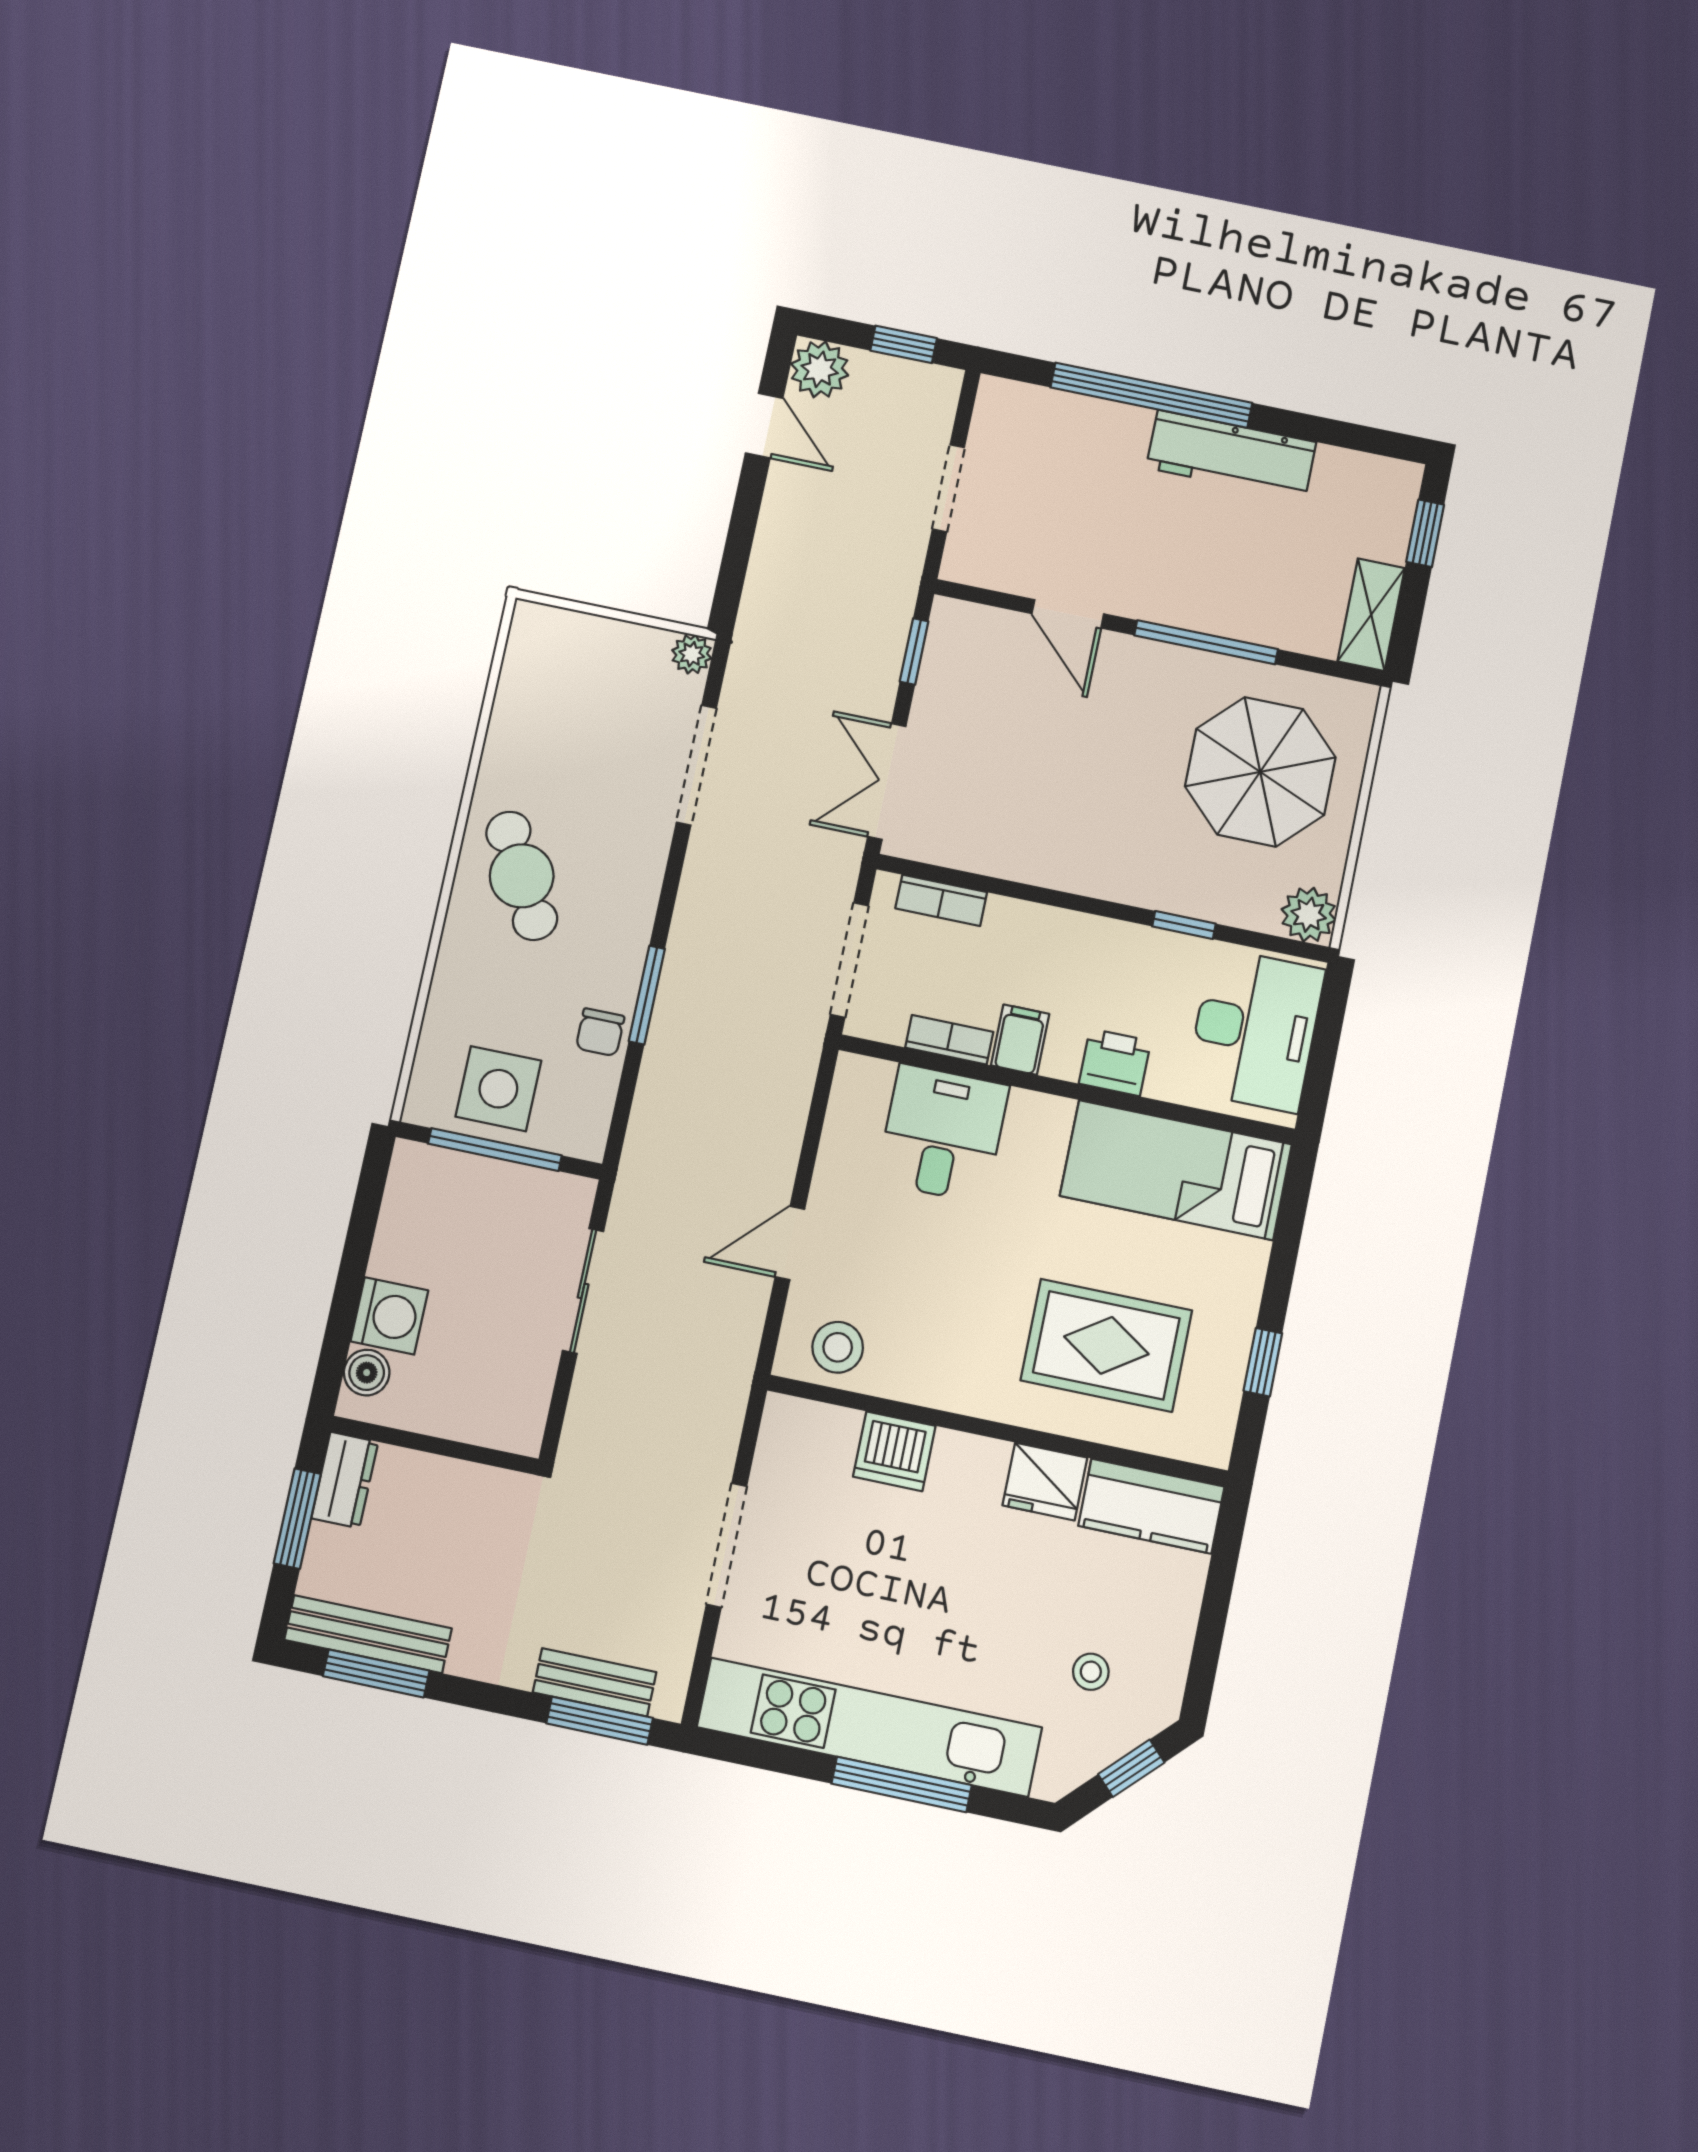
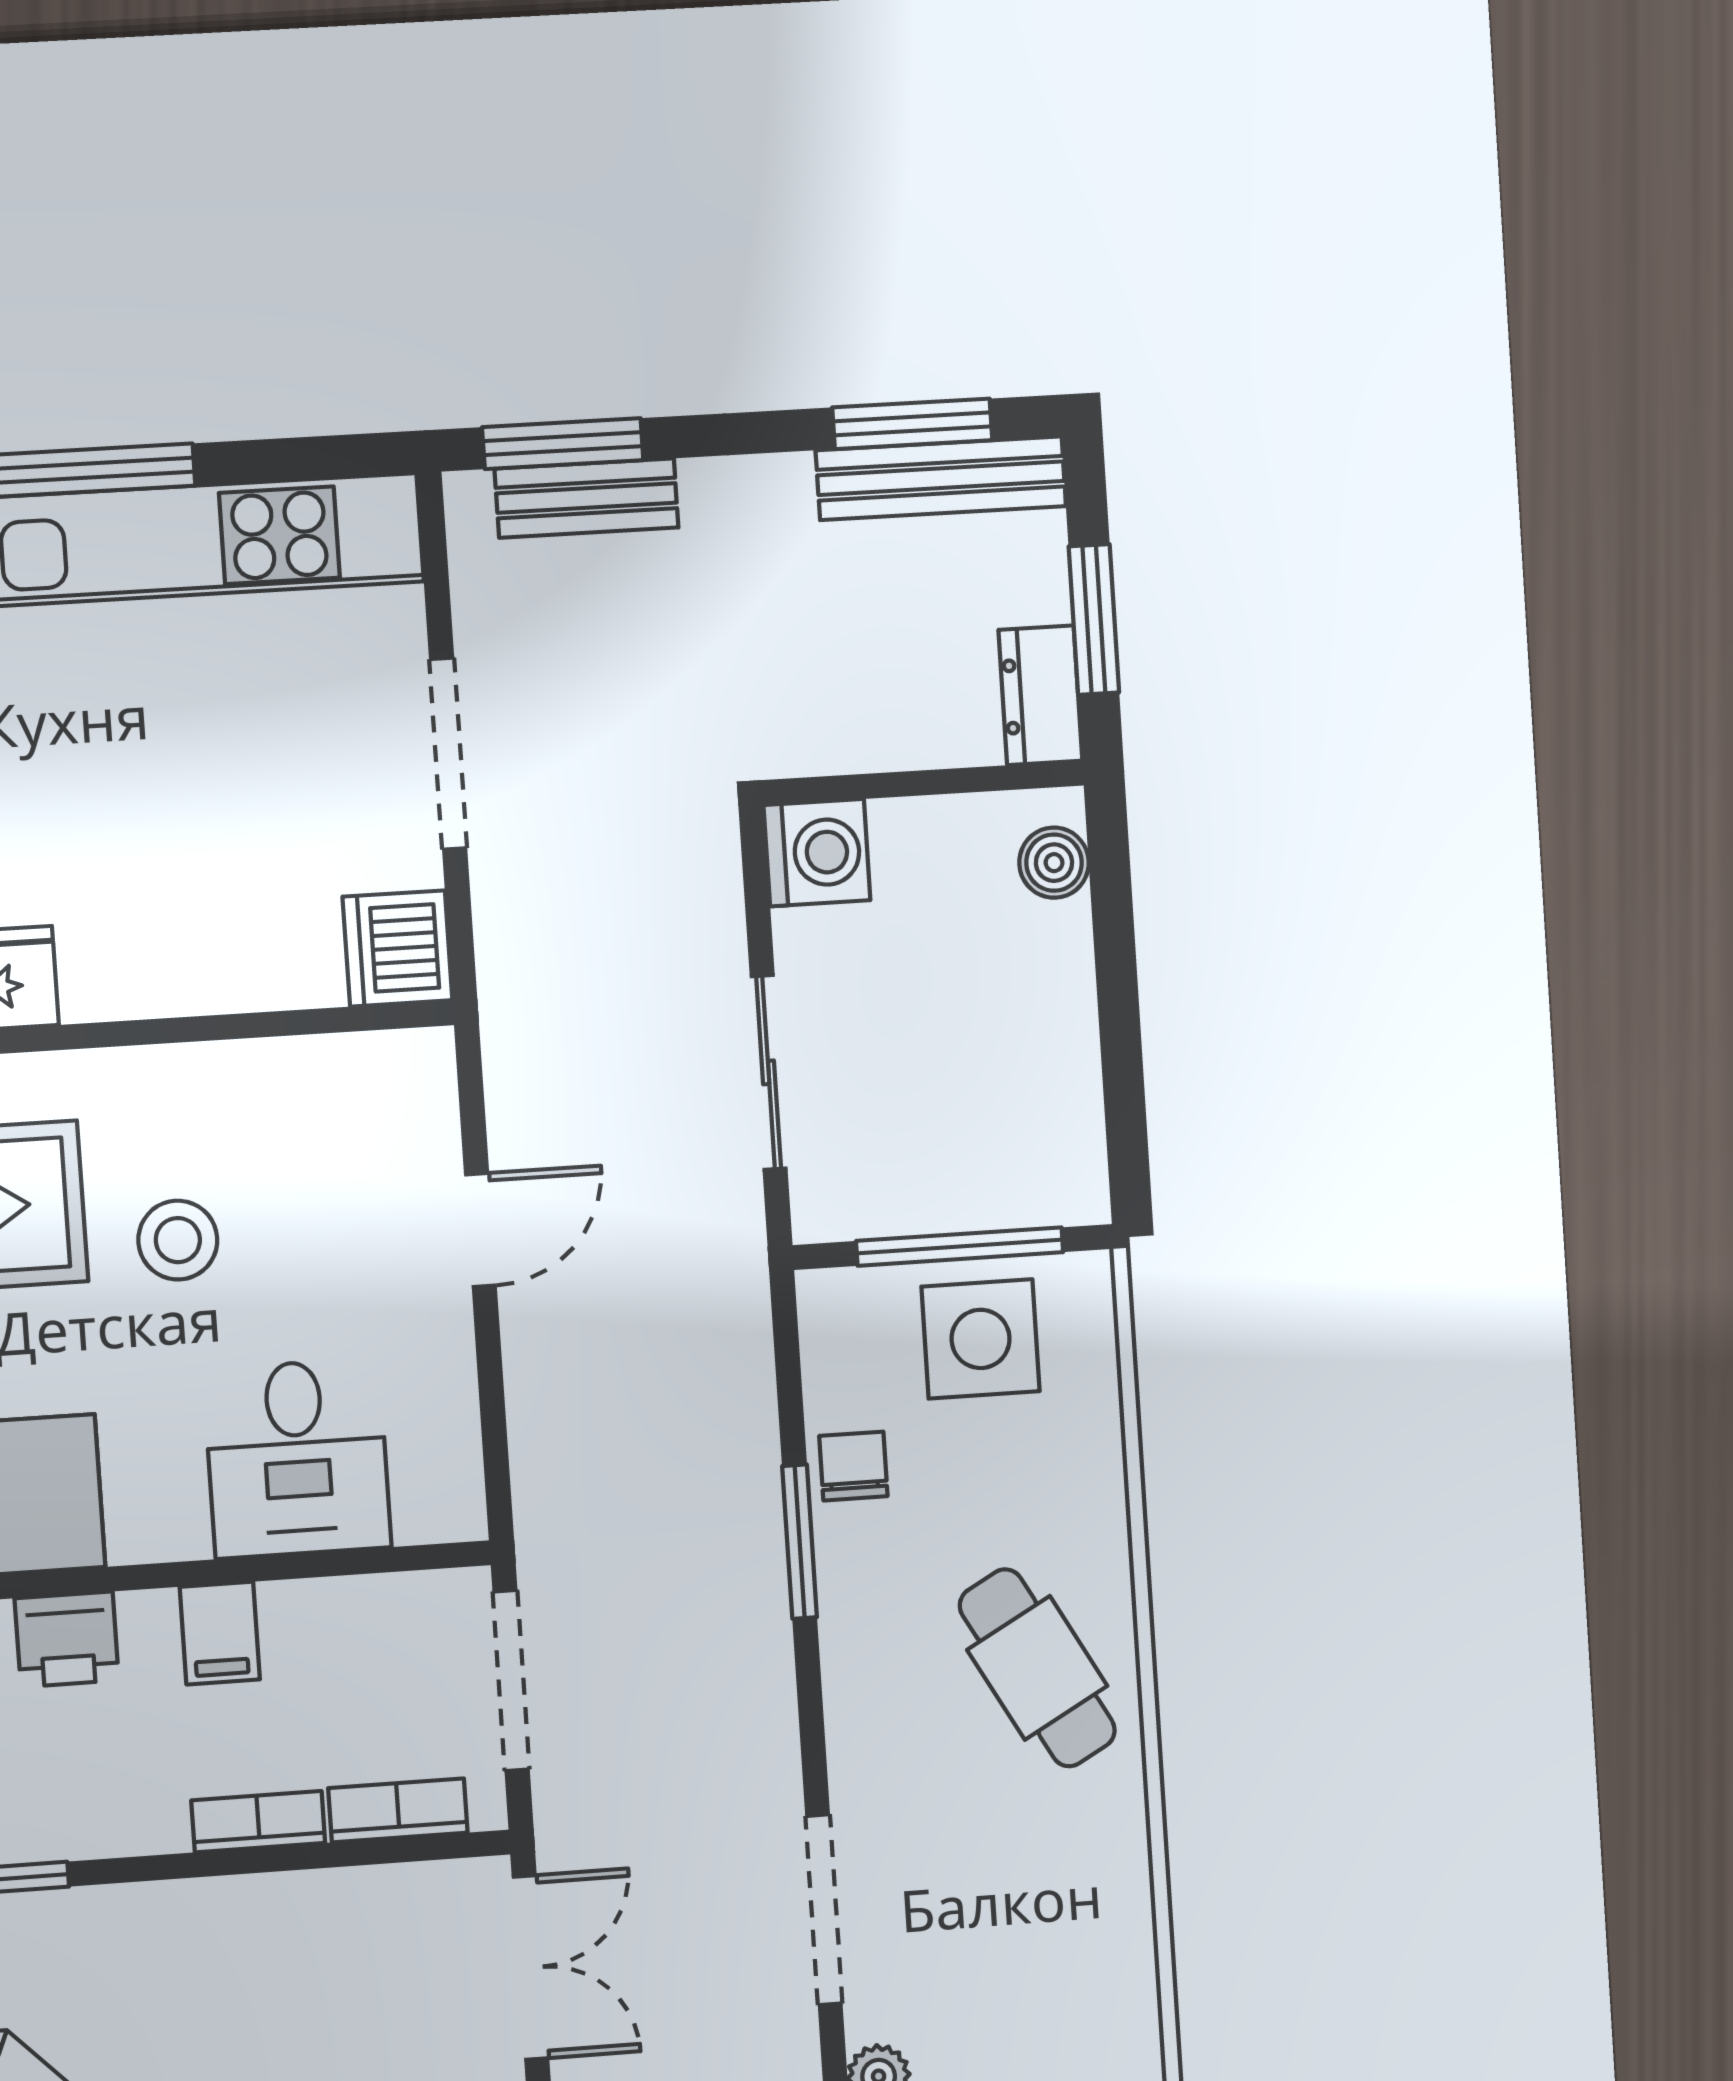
bookcase: (949, 1040) -> (258, 1822), moved, turned 180
washing machine: (389, 1316) -> (817, 853), moved, turned 180
stool: (838, 1347) -> (178, 1240), moved
dishwasher: (894, 1451) -> (397, 948), moved, turned -90

